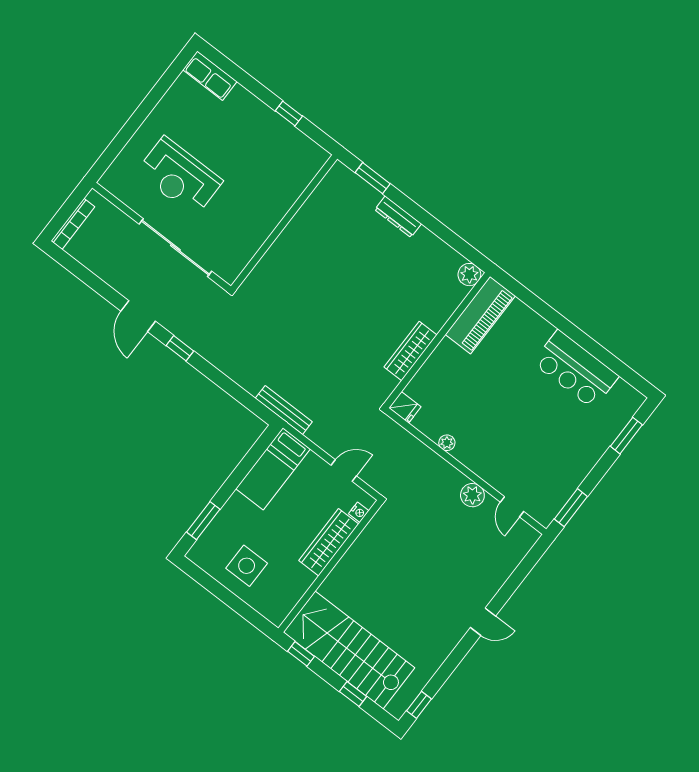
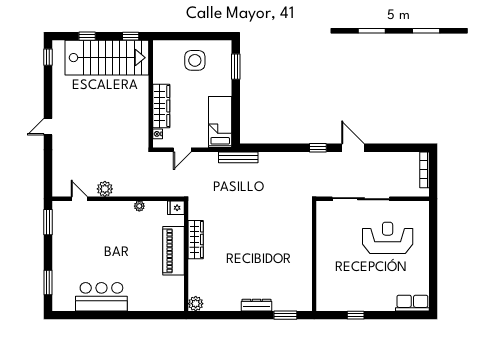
piano: (480, 315) -> (173, 251), moved

